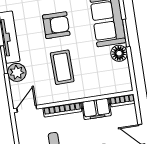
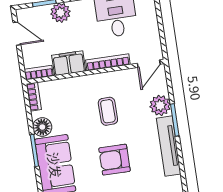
coffee table: (62, 67) -> (108, 111), width x0.73, depth x0.77
bookcase: (127, 80) -> (34, 97), added

